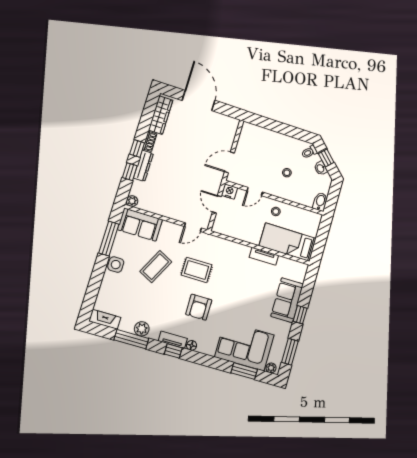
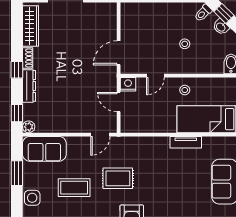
window: (130, 172) -> (17, 113), moved
window: (109, 239) -> (17, 173), width x0.69
coffee table: (156, 267) -> (74, 188), turned 63

